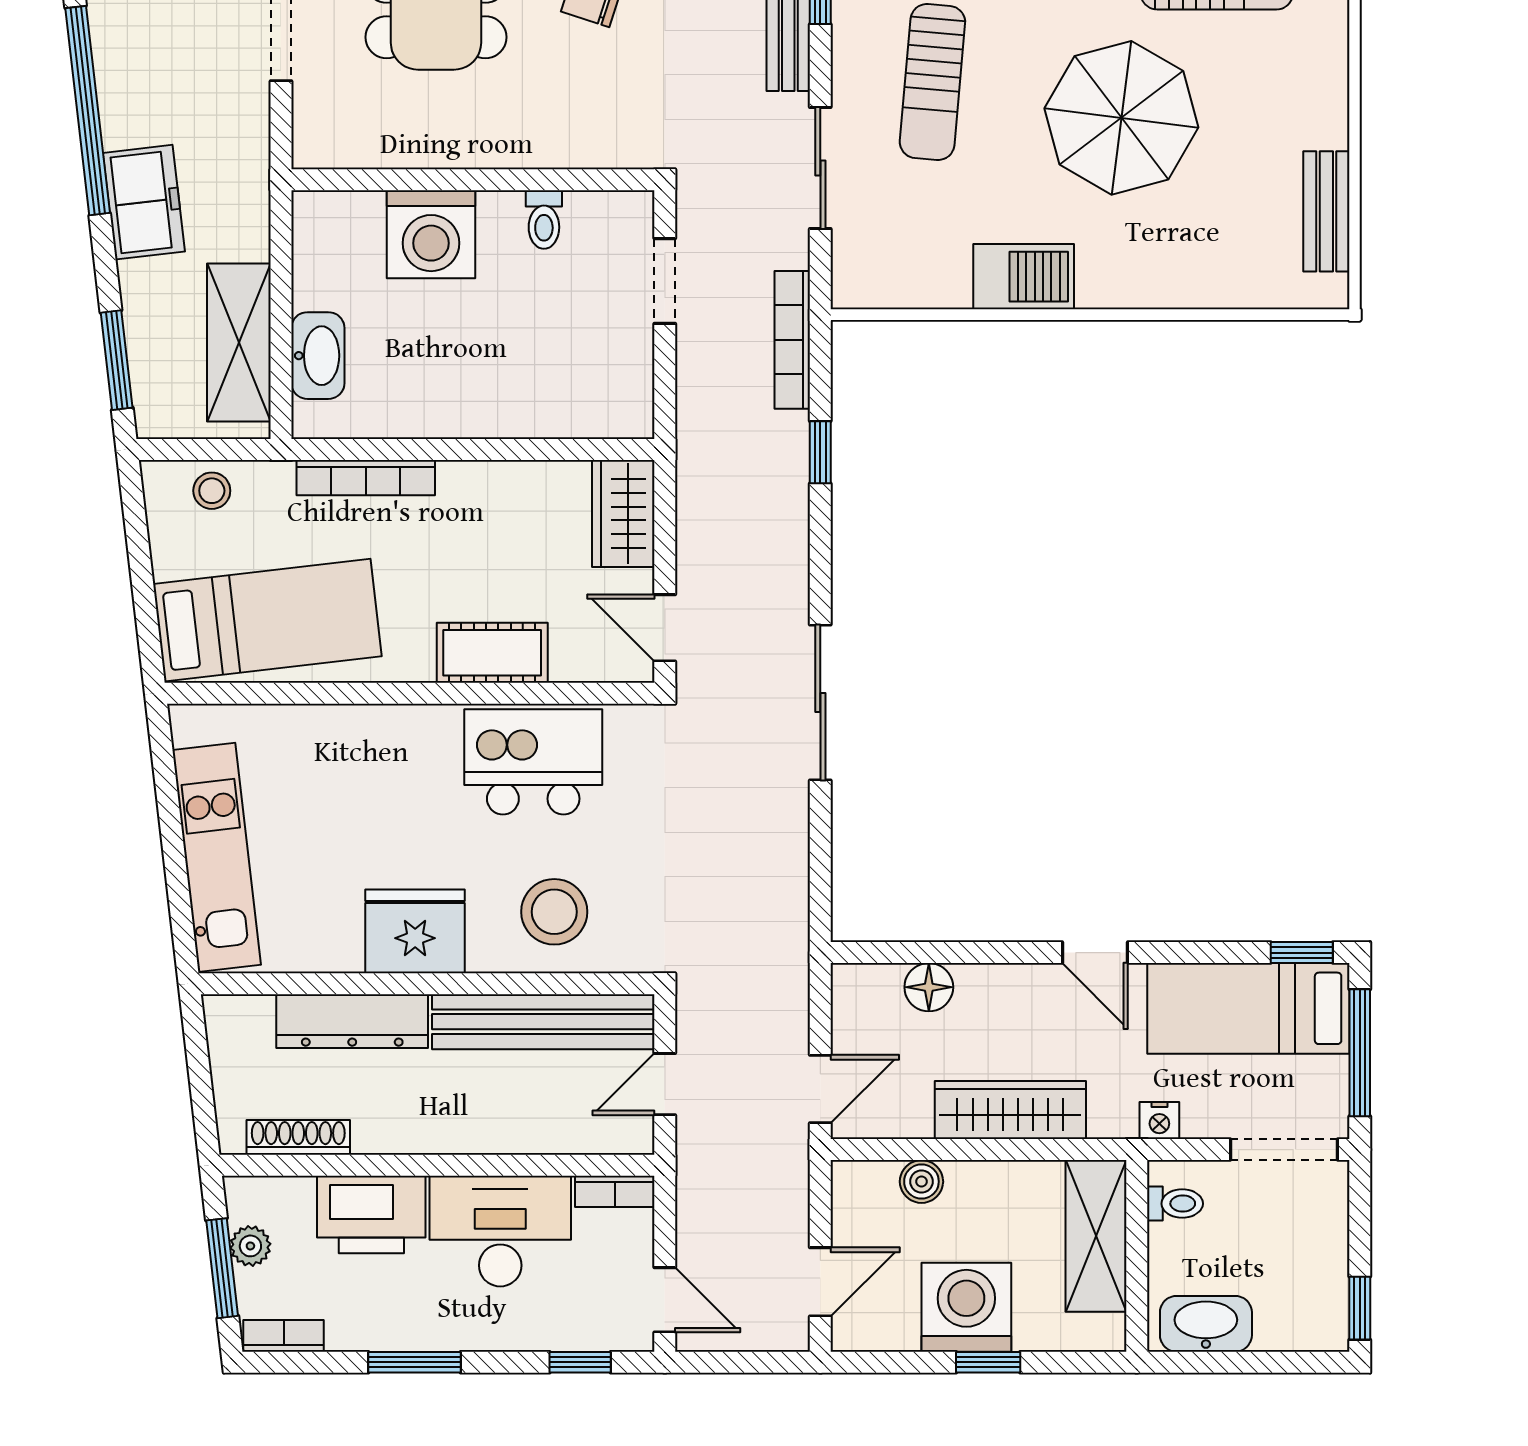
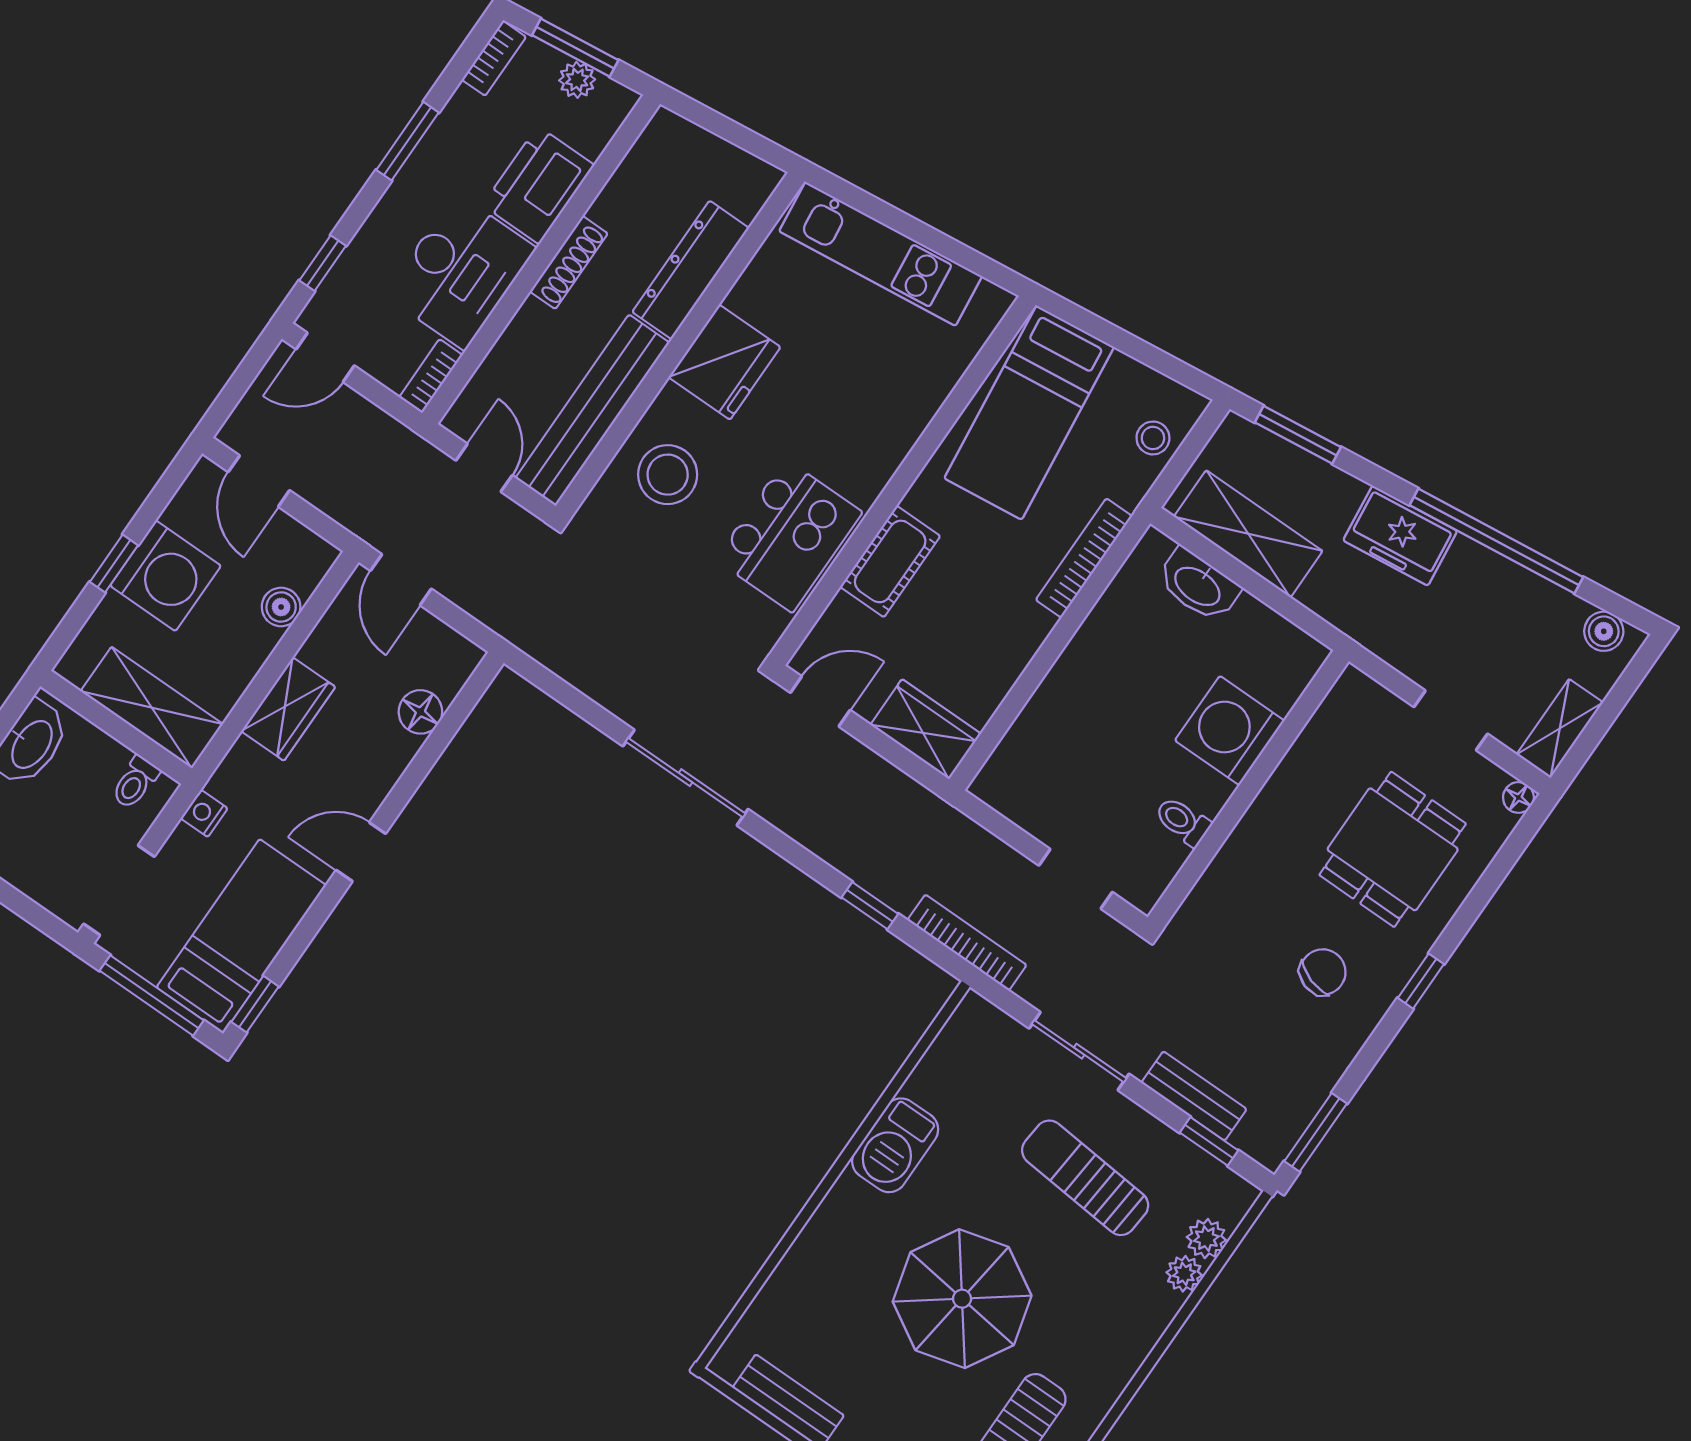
wardrobe: (1010, 1110) -> (288, 709), width x0.67
shoe rack: (298, 1137) -> (569, 262), moved

